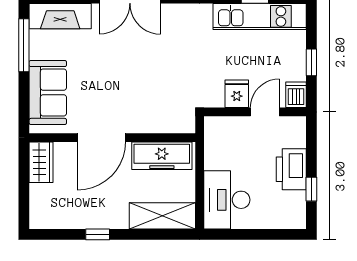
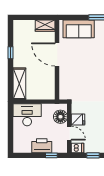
floor lamp: (231, 130) -> (60, 117), added
freezer: (162, 156) -> (48, 84), removed
window: (311, 189) -> (51, 155), moved

